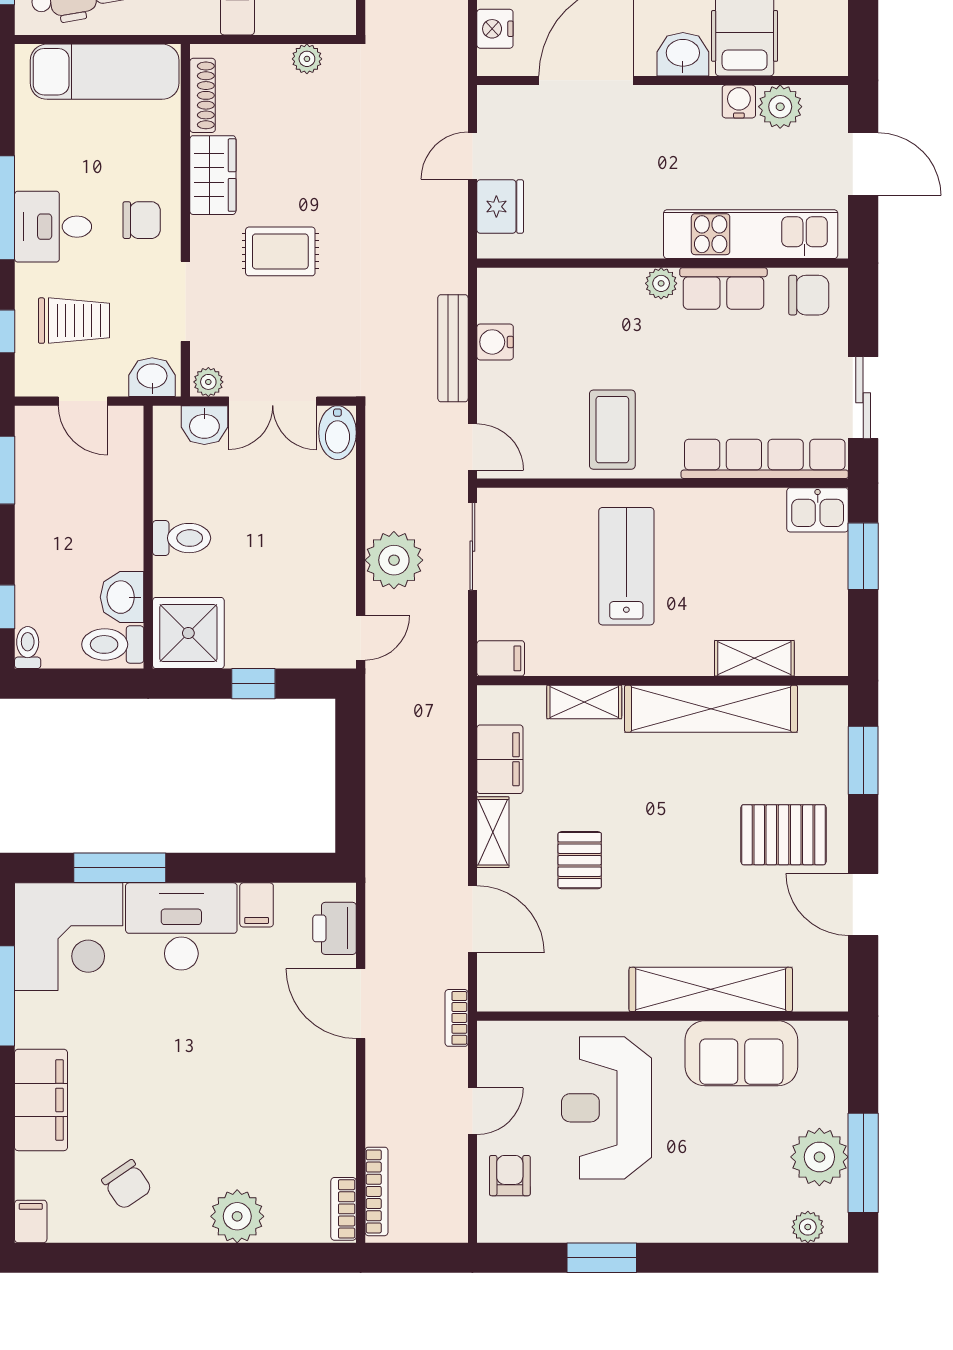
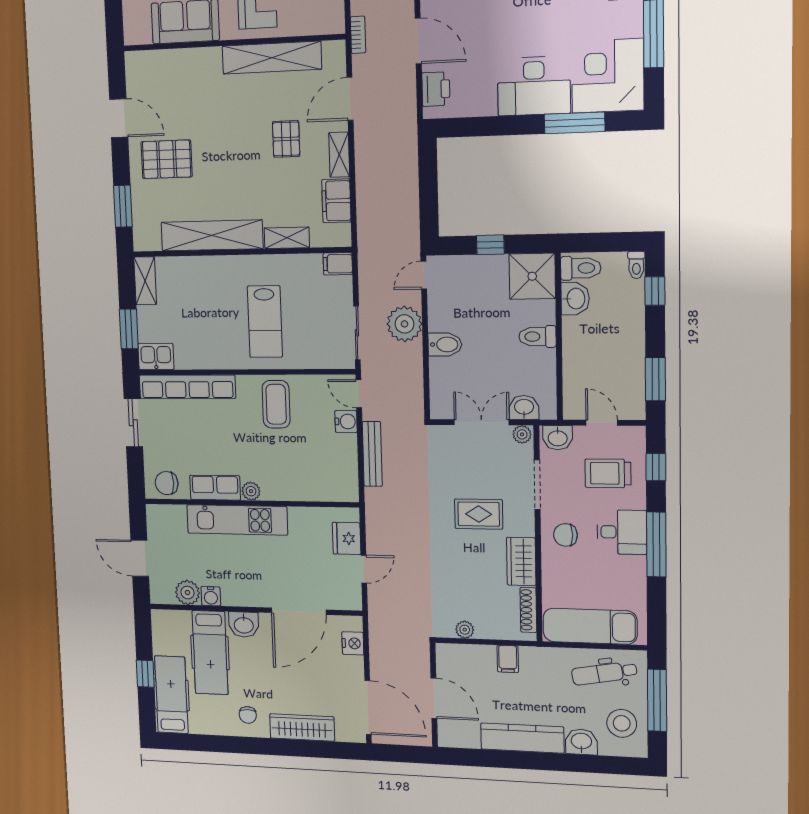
kitchen unit: (751, 234) -> (237, 520), moved
water cooler: (495, 342) -> (346, 422), moved
bidet: (337, 433) -> (445, 344), moved, turned 90
shelving: (754, 658) -> (145, 281), moved, turned 90
filing cabinet: (257, 905) -> (486, 102), removed
door: (472, 919) -> (350, 99), hinge flipped
shelving: (711, 989) -> (272, 58), moved

